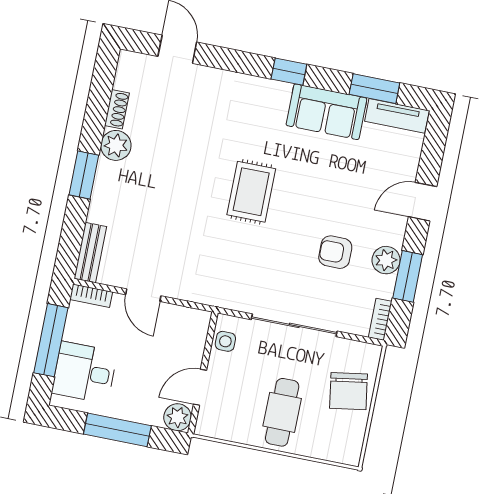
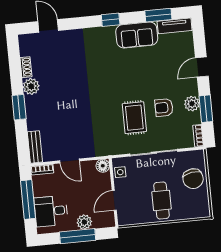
rug: (251, 192) -> (134, 118), moved
floor lamp: (198, 321) -> (103, 166), added
plant: (177, 417) -> (84, 222), moved

